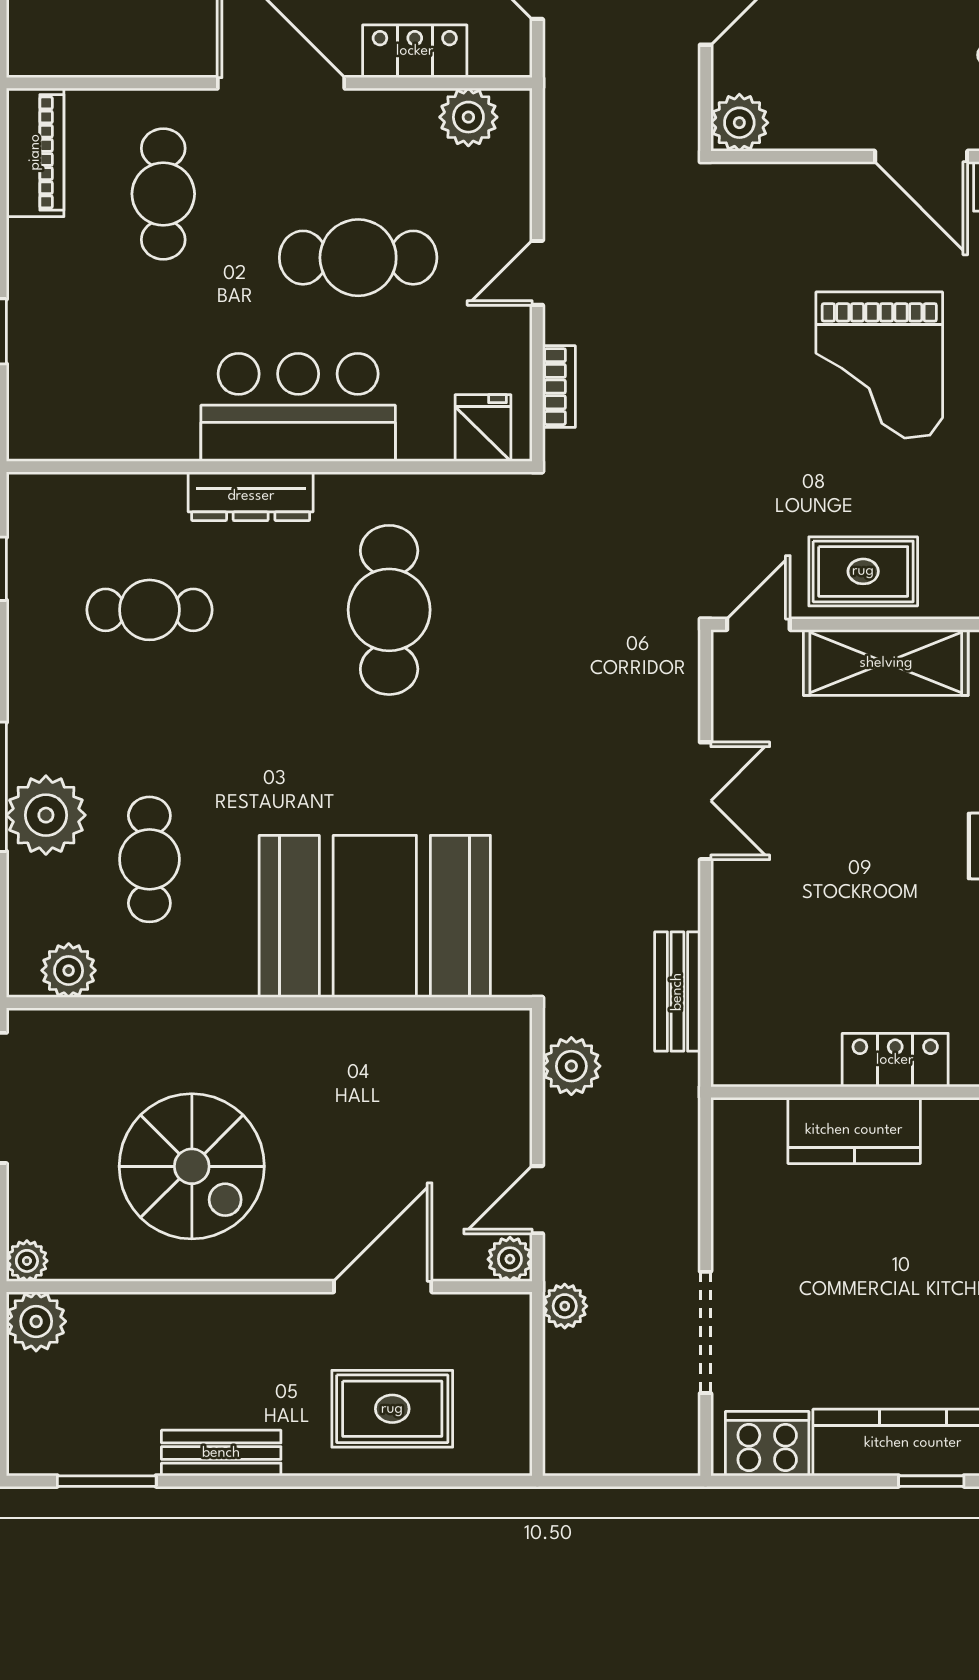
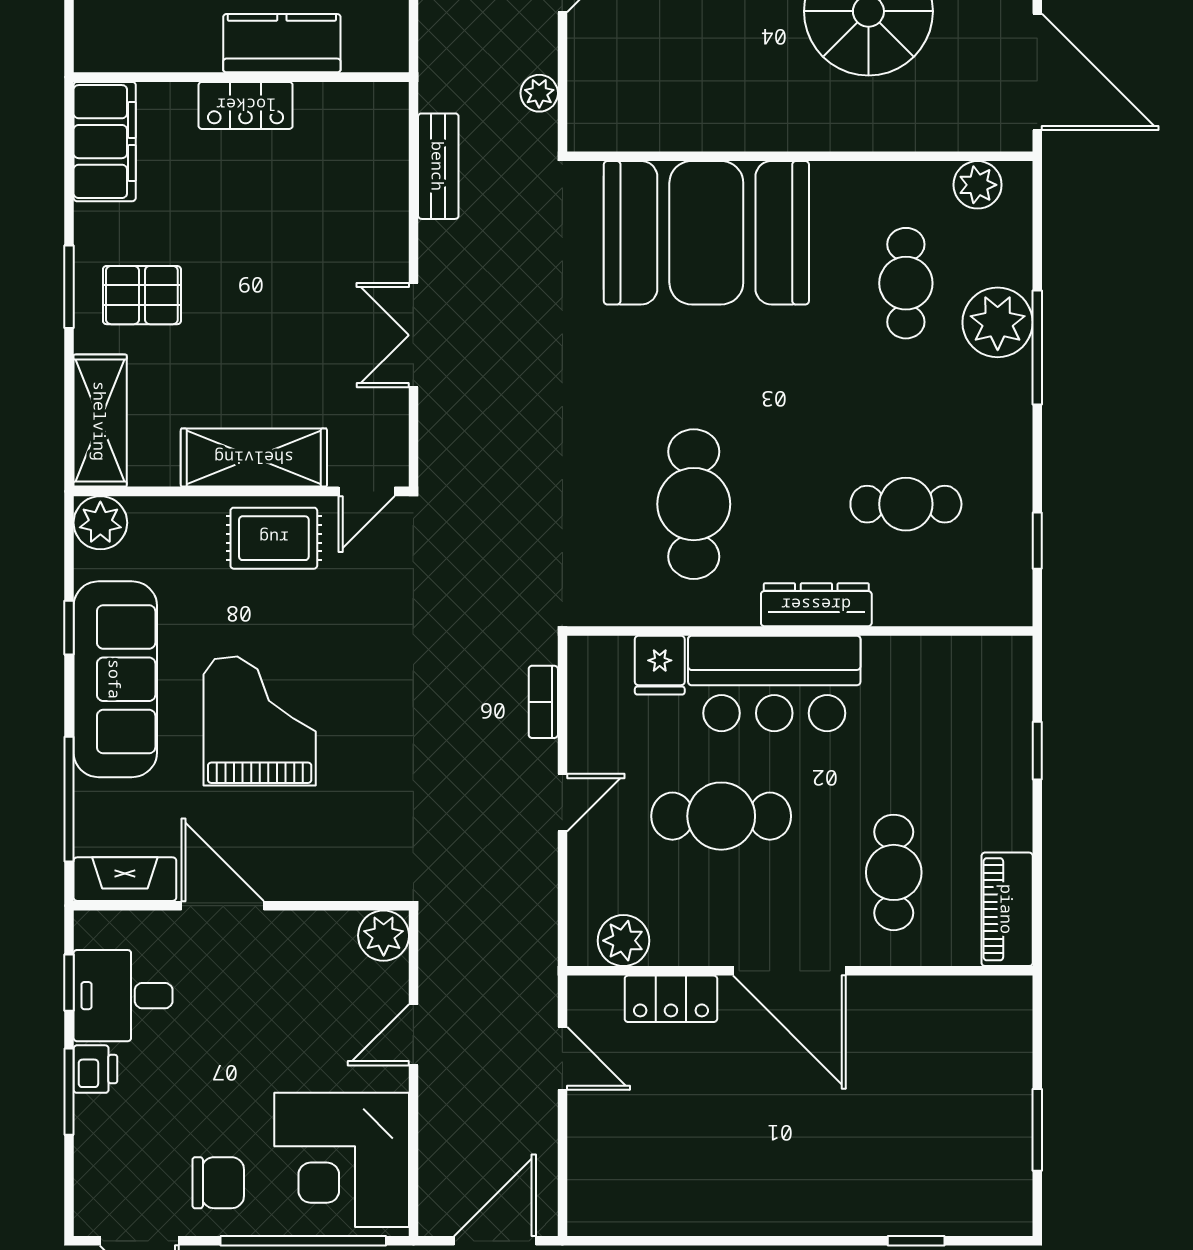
fridge: (483, 428) -> (660, 665), moved
plant: (571, 1066) -> (539, 93), width x0.73, depth x0.73

